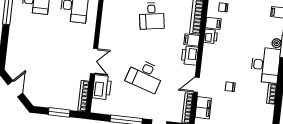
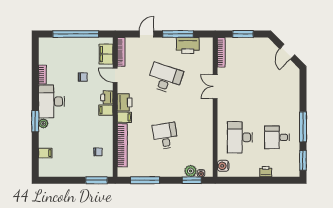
filing cabinet: (213, 23) -> (106, 110), moved
printer: (211, 36) -> (107, 97), moved
door: (196, 85) -> (115, 75), swing flipped
printer: (102, 87) -> (188, 45), moved, turned -90

